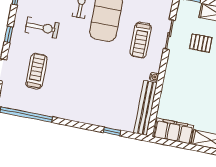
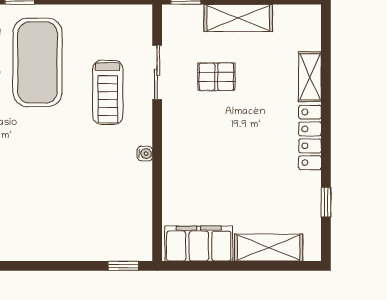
bench: (145, 108) -> (140, 212), removed
window: (112, 131) -> (123, 266), moved

